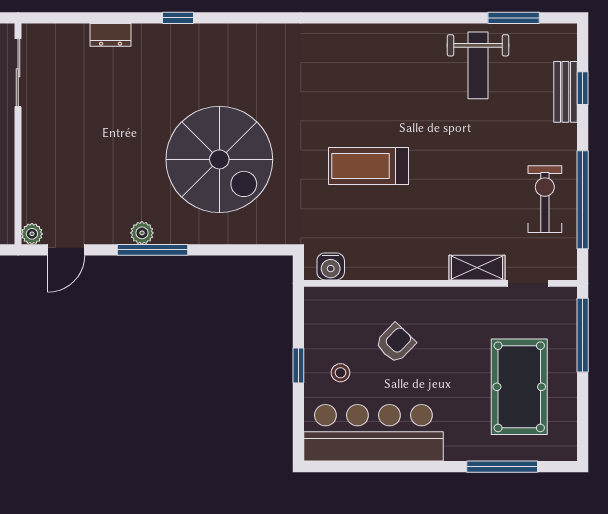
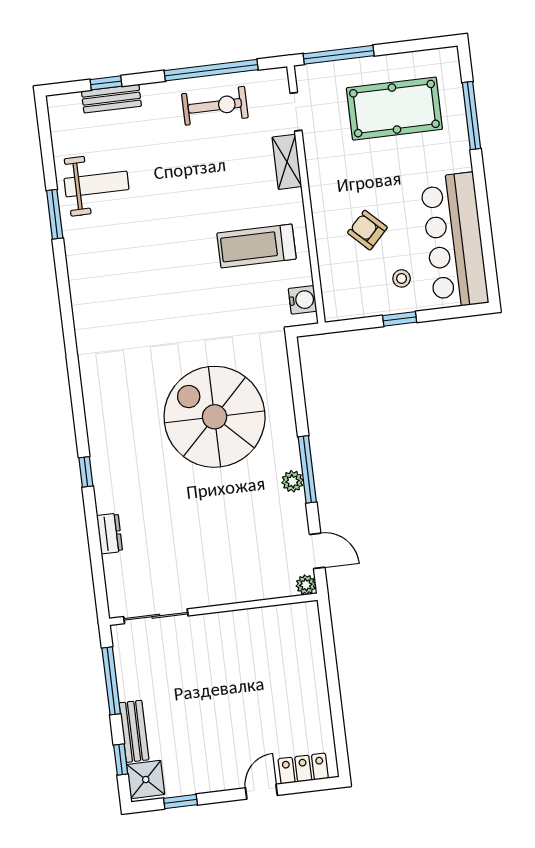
window: (514, 18) -> (55, 214), moved
spiral stairs: (219, 159) -> (215, 417), turned -90
treadmill: (368, 166) -> (256, 246), moved, turned 90
exercise bike: (545, 199) -> (215, 106), turned 180

